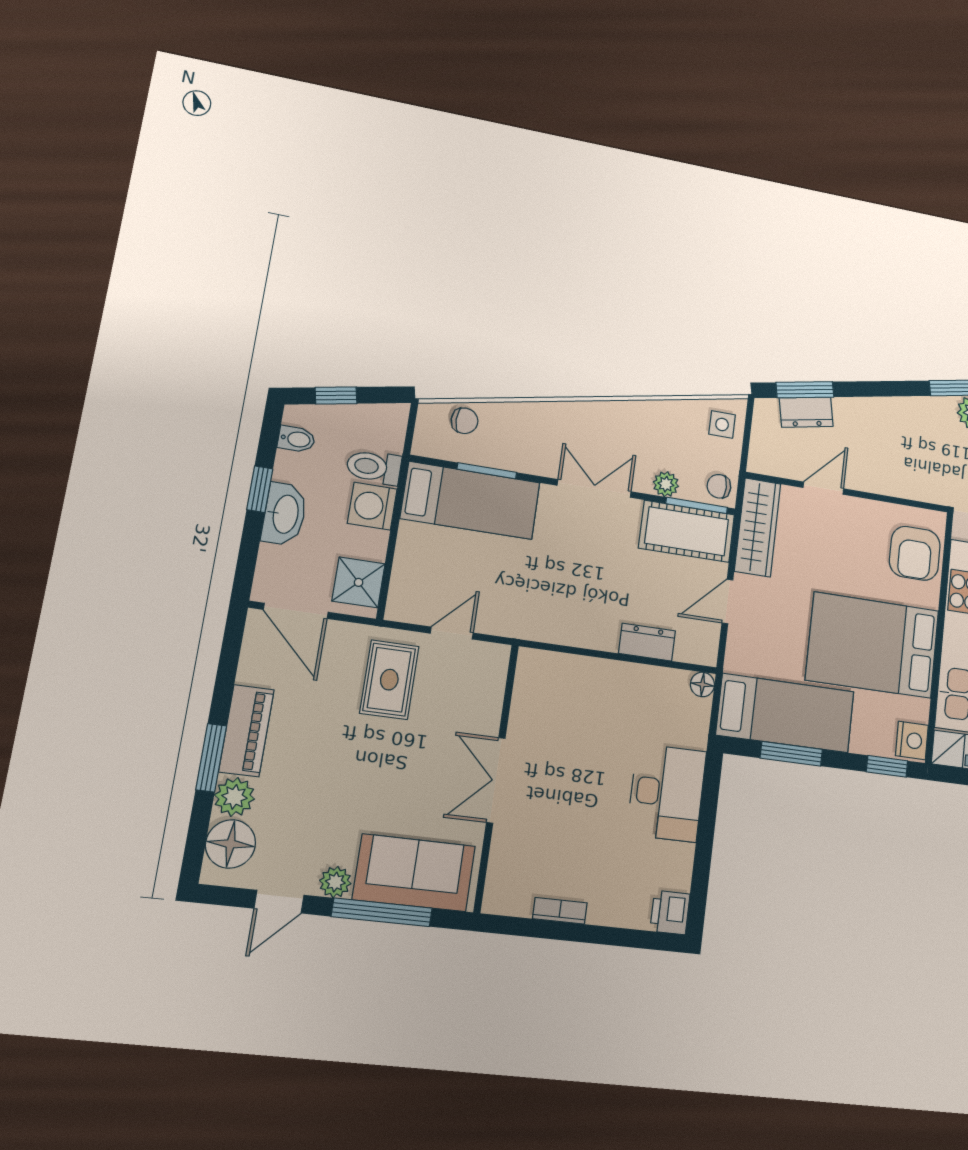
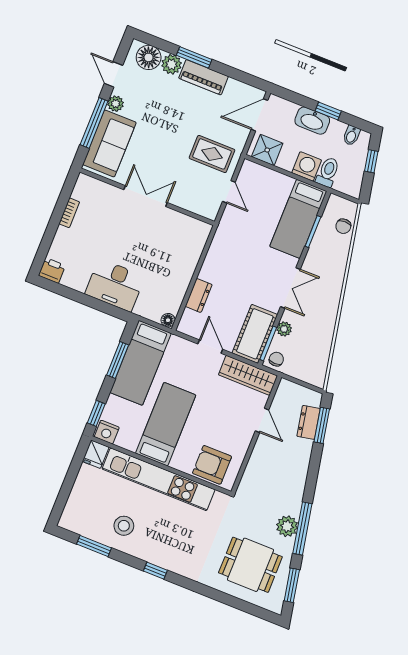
side table: (722, 424) -> (311, 370), removed
bed: (873, 645) -> (166, 424), width x0.67

